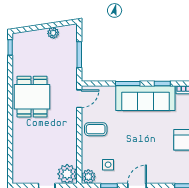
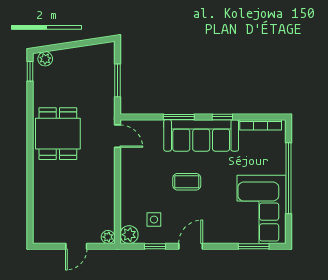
plant: (53, 33) -> (45, 59), moved
door: (79, 99) -> (117, 136), hinge flipped
coffee table: (96, 129) -> (187, 182), moved
plant: (67, 174) -> (108, 237), width x0.53, depth x0.53

